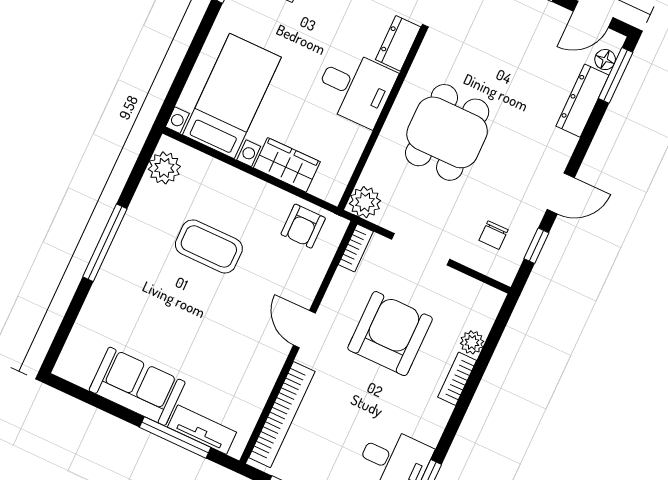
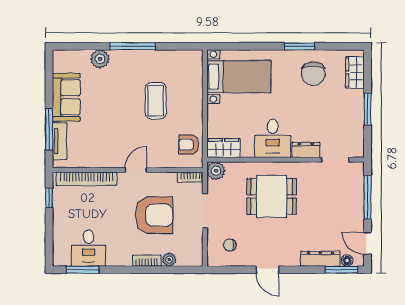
wardrobe: (287, 165) -> (223, 148), moved, turned -90
plant: (164, 168) -> (100, 59), moved
window: (536, 246) -> (234, 270), removed

